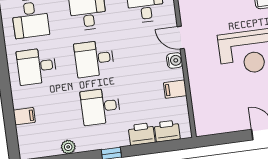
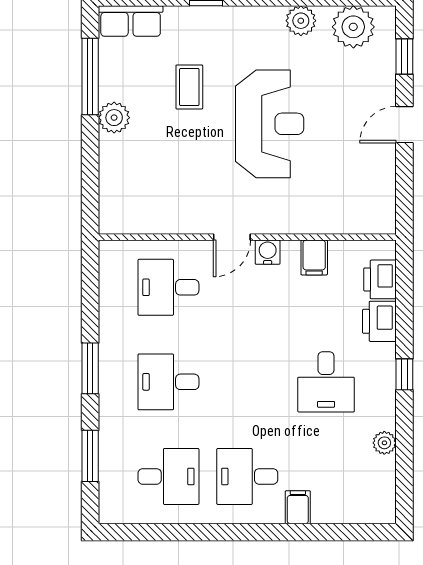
desk: (94, 59) -> (247, 382), removed
desk: (37, 66) -> (247, 476), turned 90
filing cabinet: (24, 116) -> (298, 507), moved

